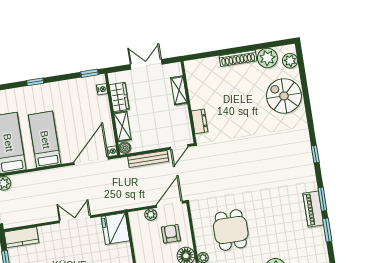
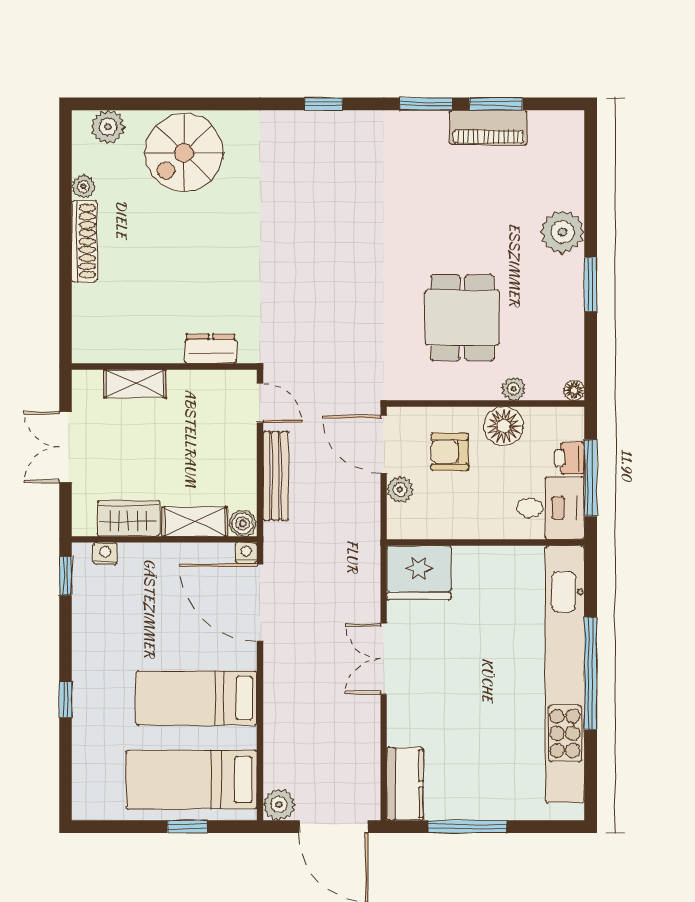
plant: (267, 58) -> (83, 186), width x0.53, depth x0.53
piano: (313, 209) -> (488, 127), moved
dining table: (231, 230) -> (462, 318), turned 90

